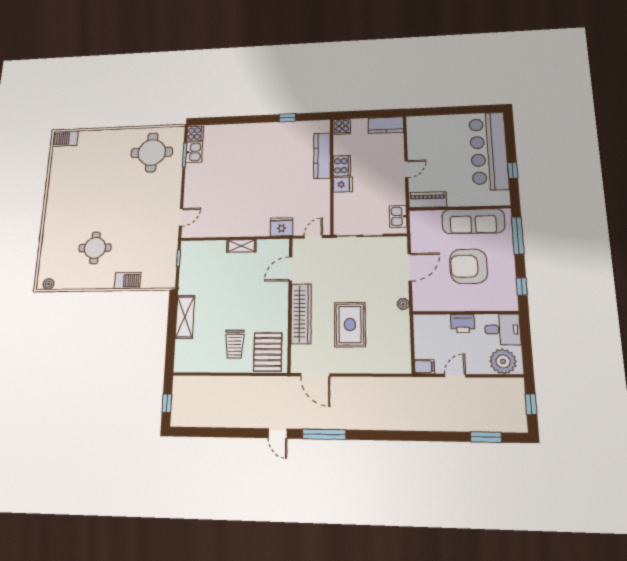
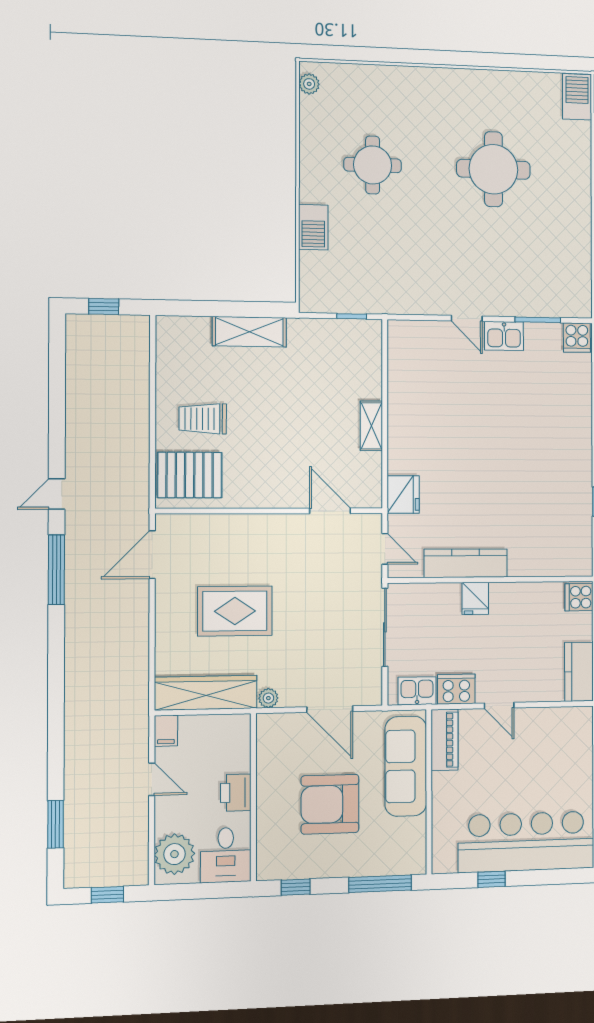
round table: (152, 152) -> (493, 169), moved
kitchen sink: (194, 152) -> (504, 336), moved
kitchen counter: (322, 156) -> (466, 563), moved
cooker: (342, 166) -> (456, 689), moved, turned 180
door: (181, 217) -> (467, 318), moved
sofa: (473, 221) -> (406, 766), moved
armchair: (469, 266) -> (330, 804), turned -90
wardrobe: (301, 314) -> (206, 693), moved, turned 180

